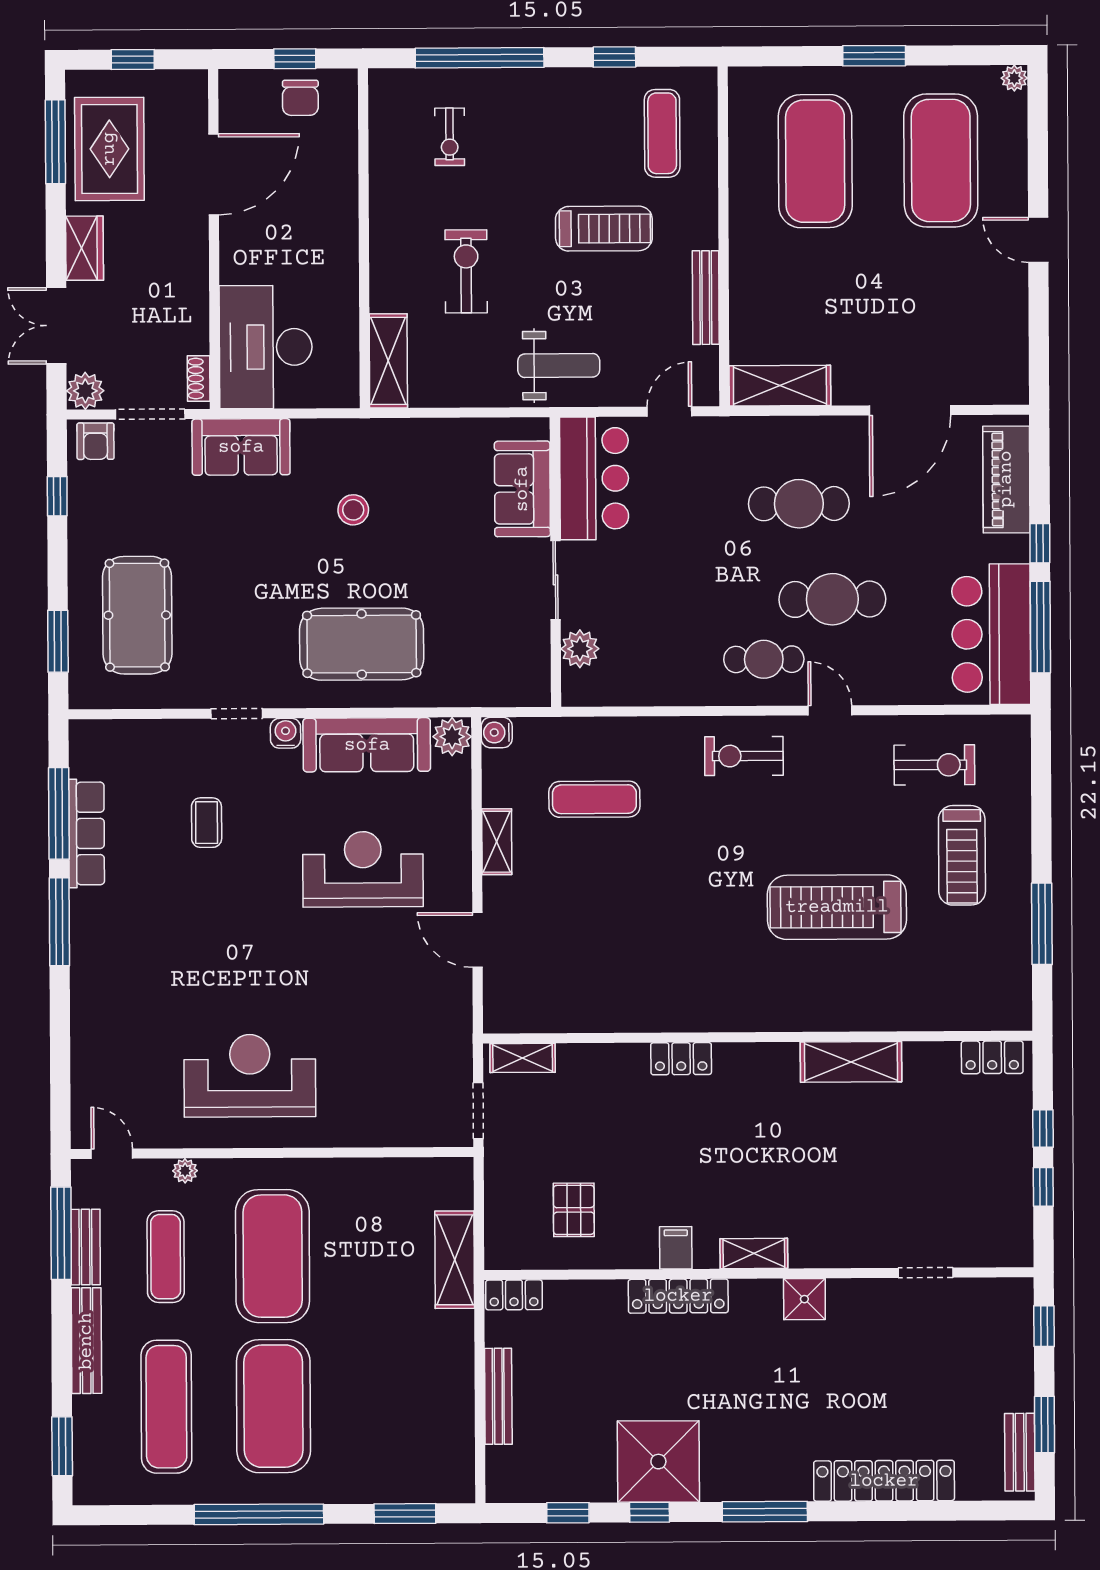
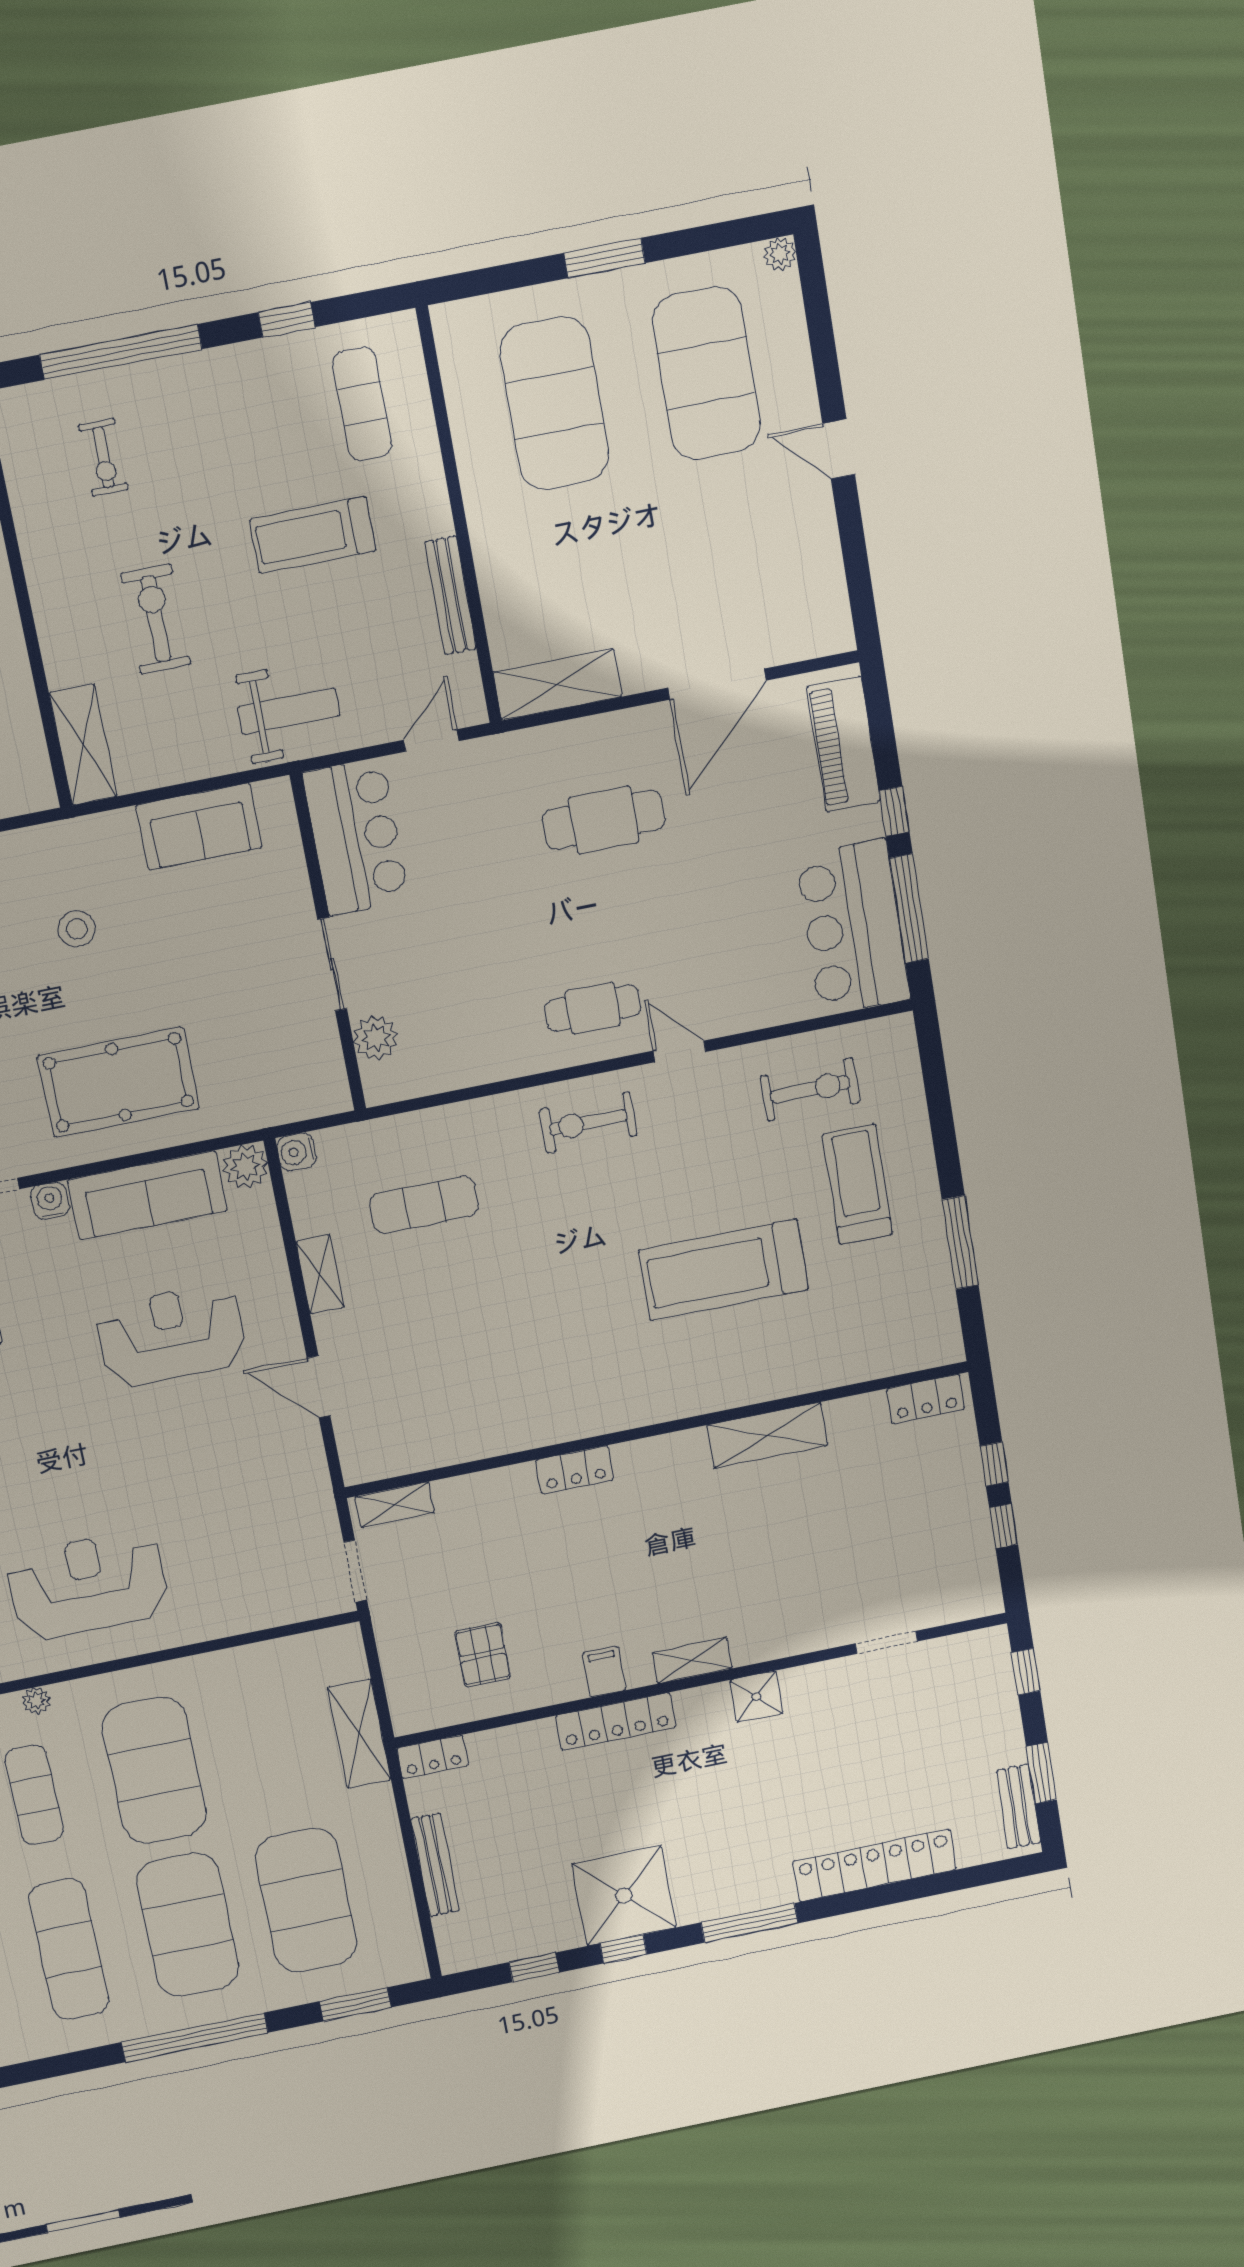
treadmill: (604, 229) -> (313, 535), turned 180
sofa: (522, 489) -> (199, 827), moved, turned -90
cafe table: (832, 599) -> (661, 923), removed
treadmill: (962, 855) -> (857, 1184), turned 180
exercise mat: (380, 1406) -> (306, 1900), added

